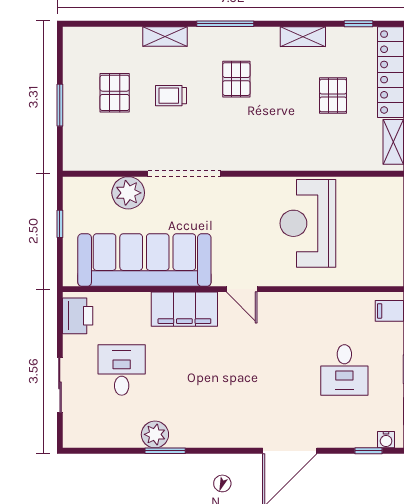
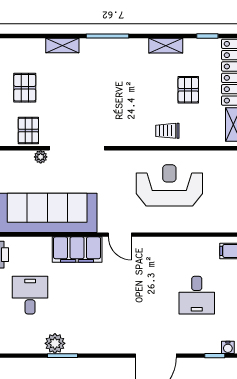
pallet: (236, 79) -> (28, 130), moved
trolley: (171, 96) -> (167, 131), moved
plant: (128, 193) -> (41, 157), width x0.53, depth x0.53
reception desk: (308, 223) -> (169, 185), turned 90

